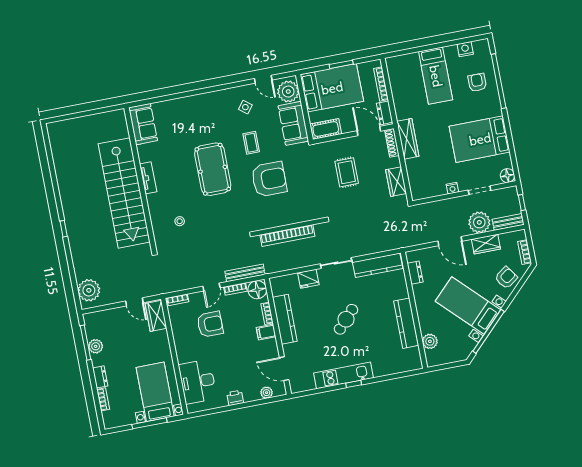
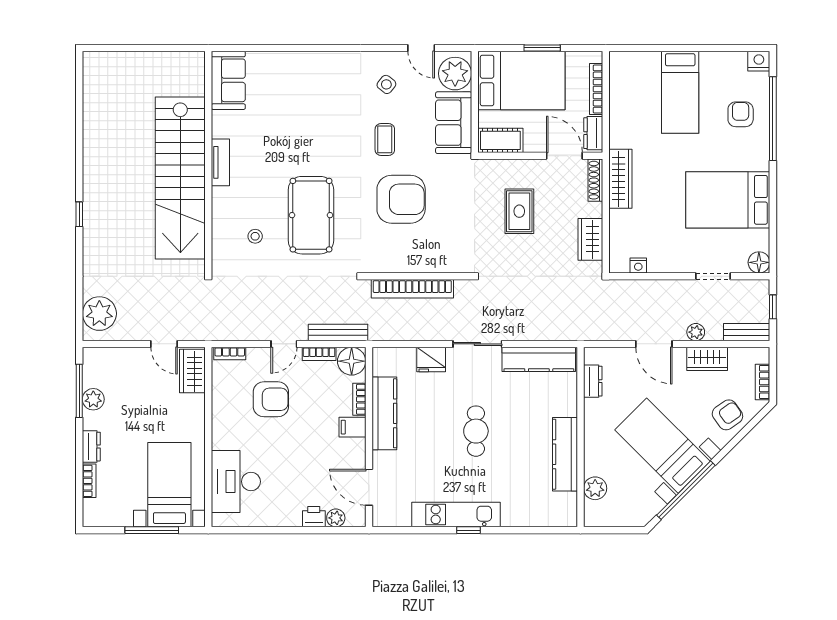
nightstand: (465, 49) -> (759, 61), moved
pool table: (213, 169) -> (311, 215), moved
nightstand: (452, 188) -> (638, 265), moved
plant: (479, 222) -> (696, 332), width x0.53, depth x0.53
cafe table: (346, 319) -> (476, 431), turned -43
printer: (235, 398) -> (314, 517), moved

